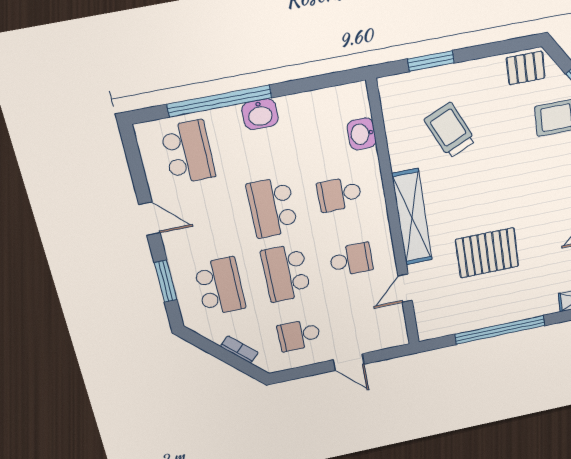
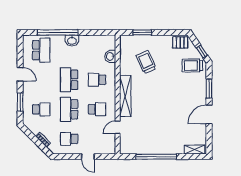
pallet: (487, 253) -> (155, 119), removed
school desk: (220, 286) -> (41, 109), width x0.54

